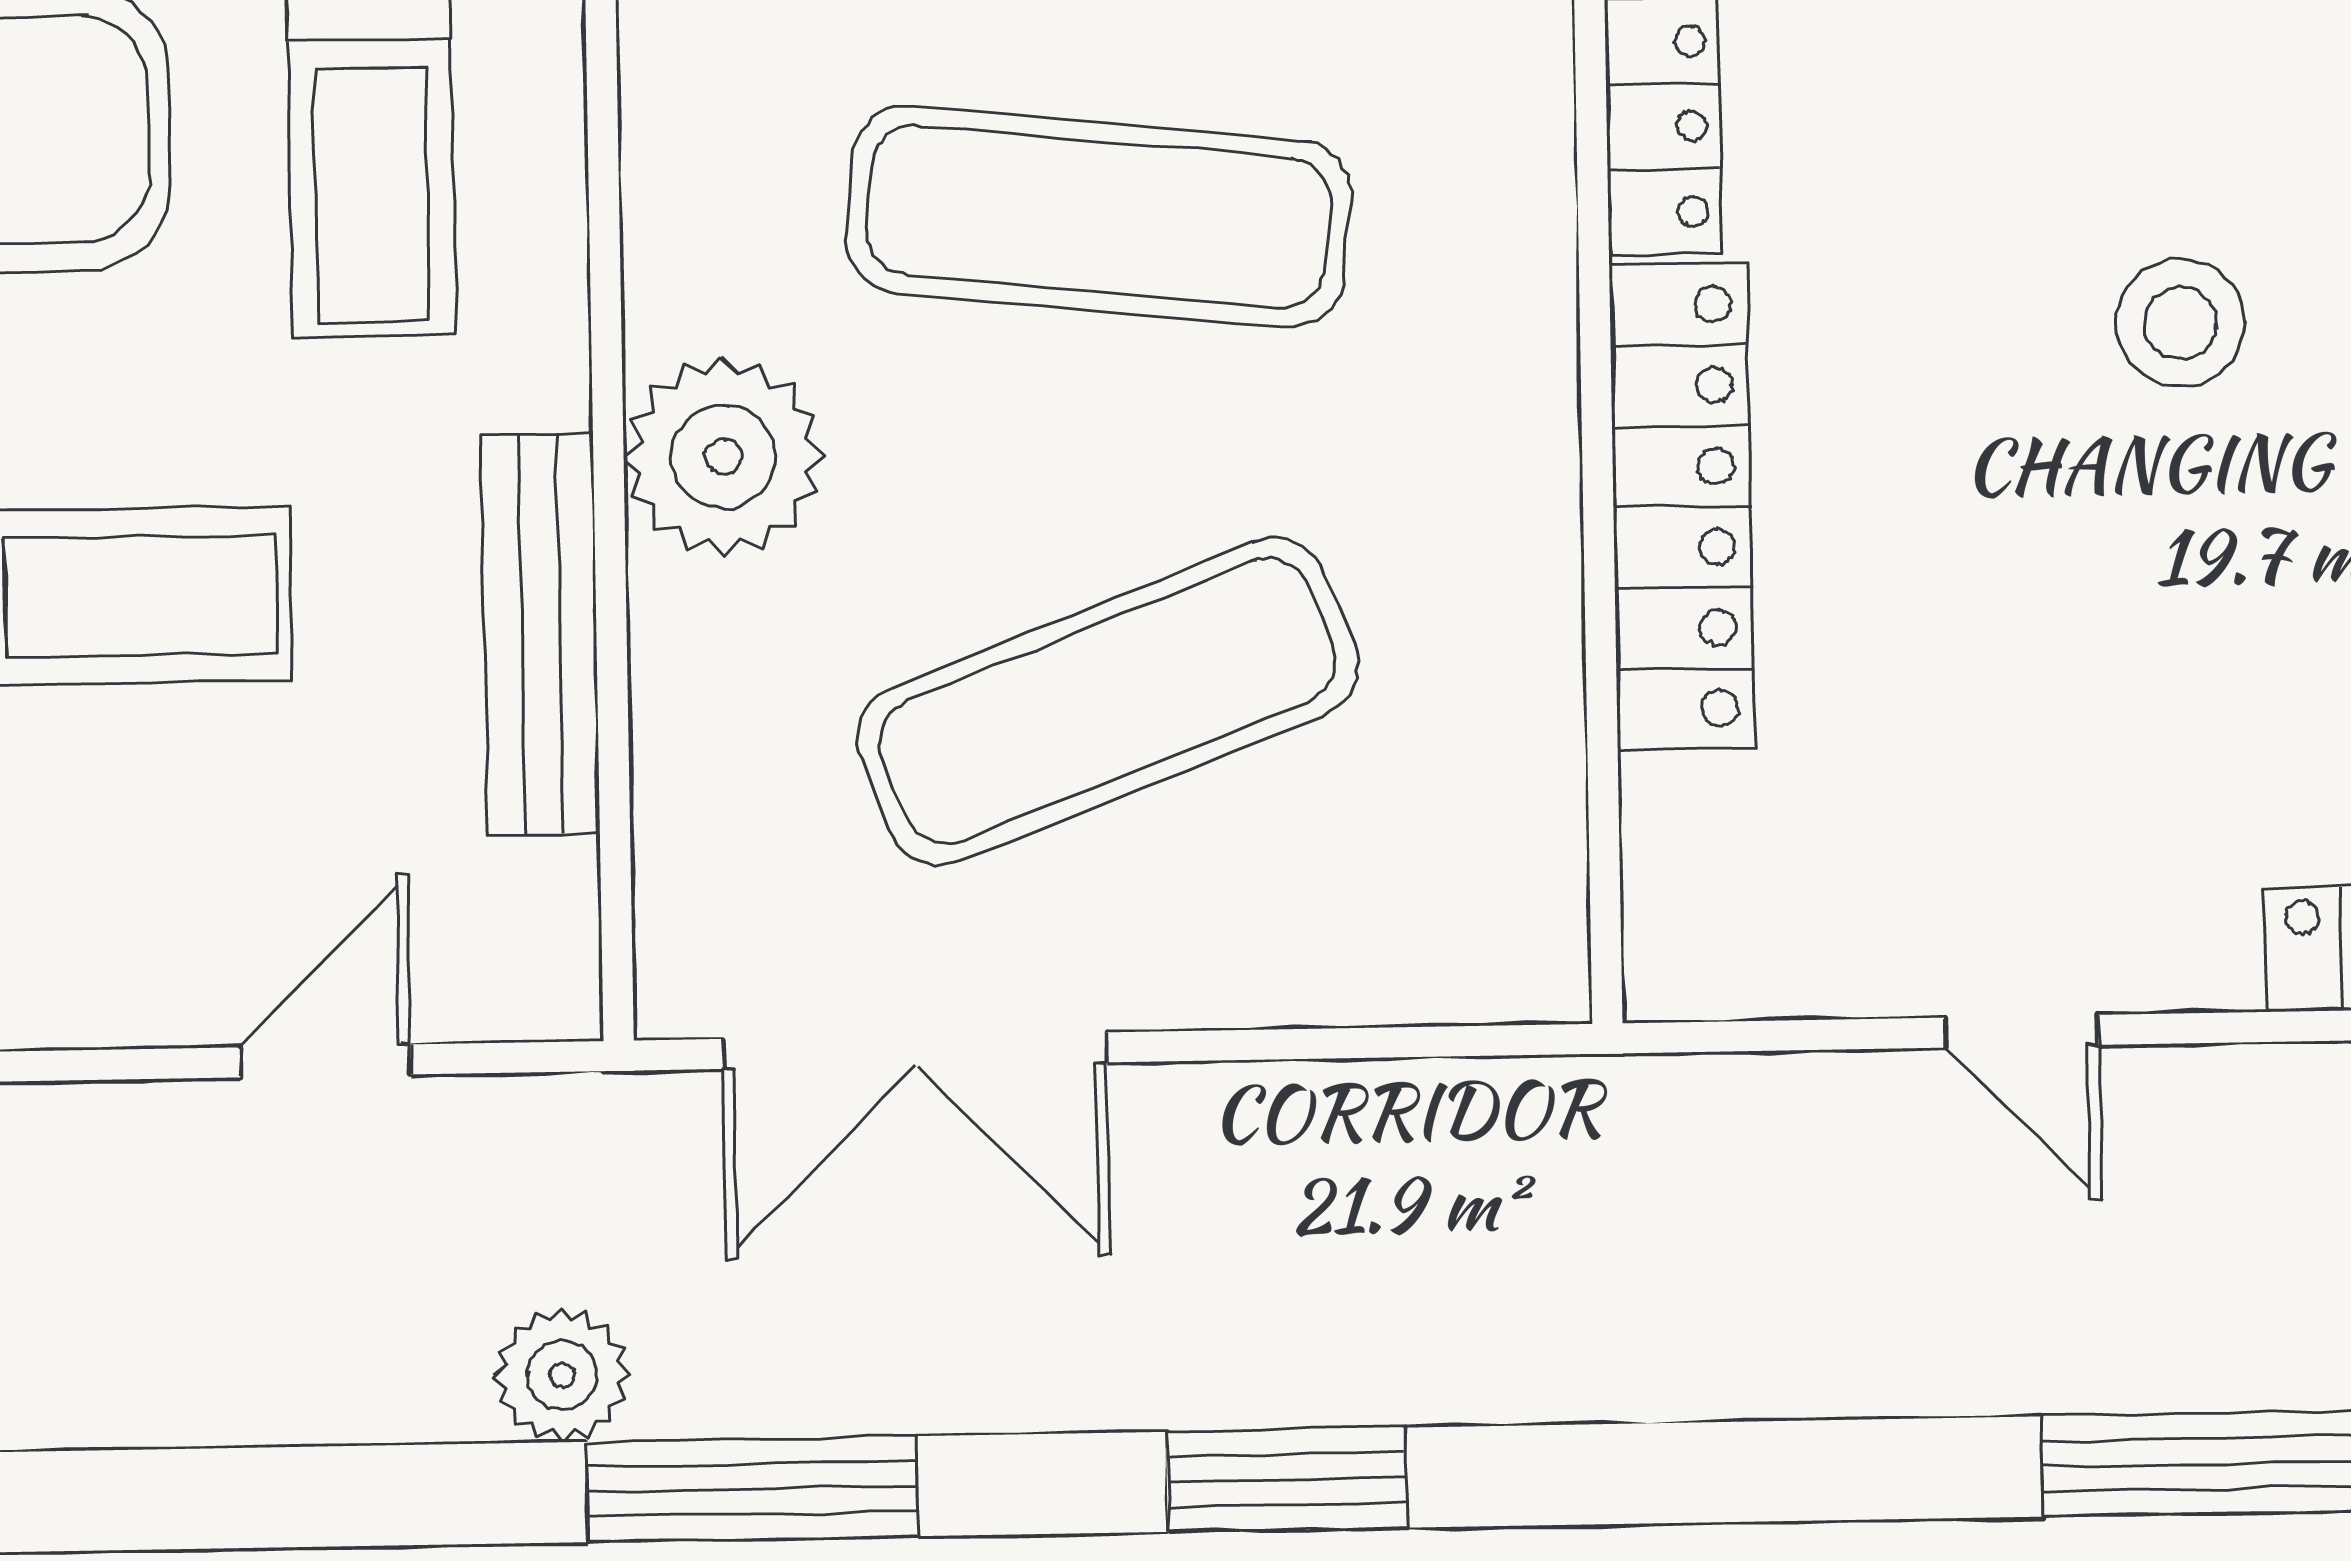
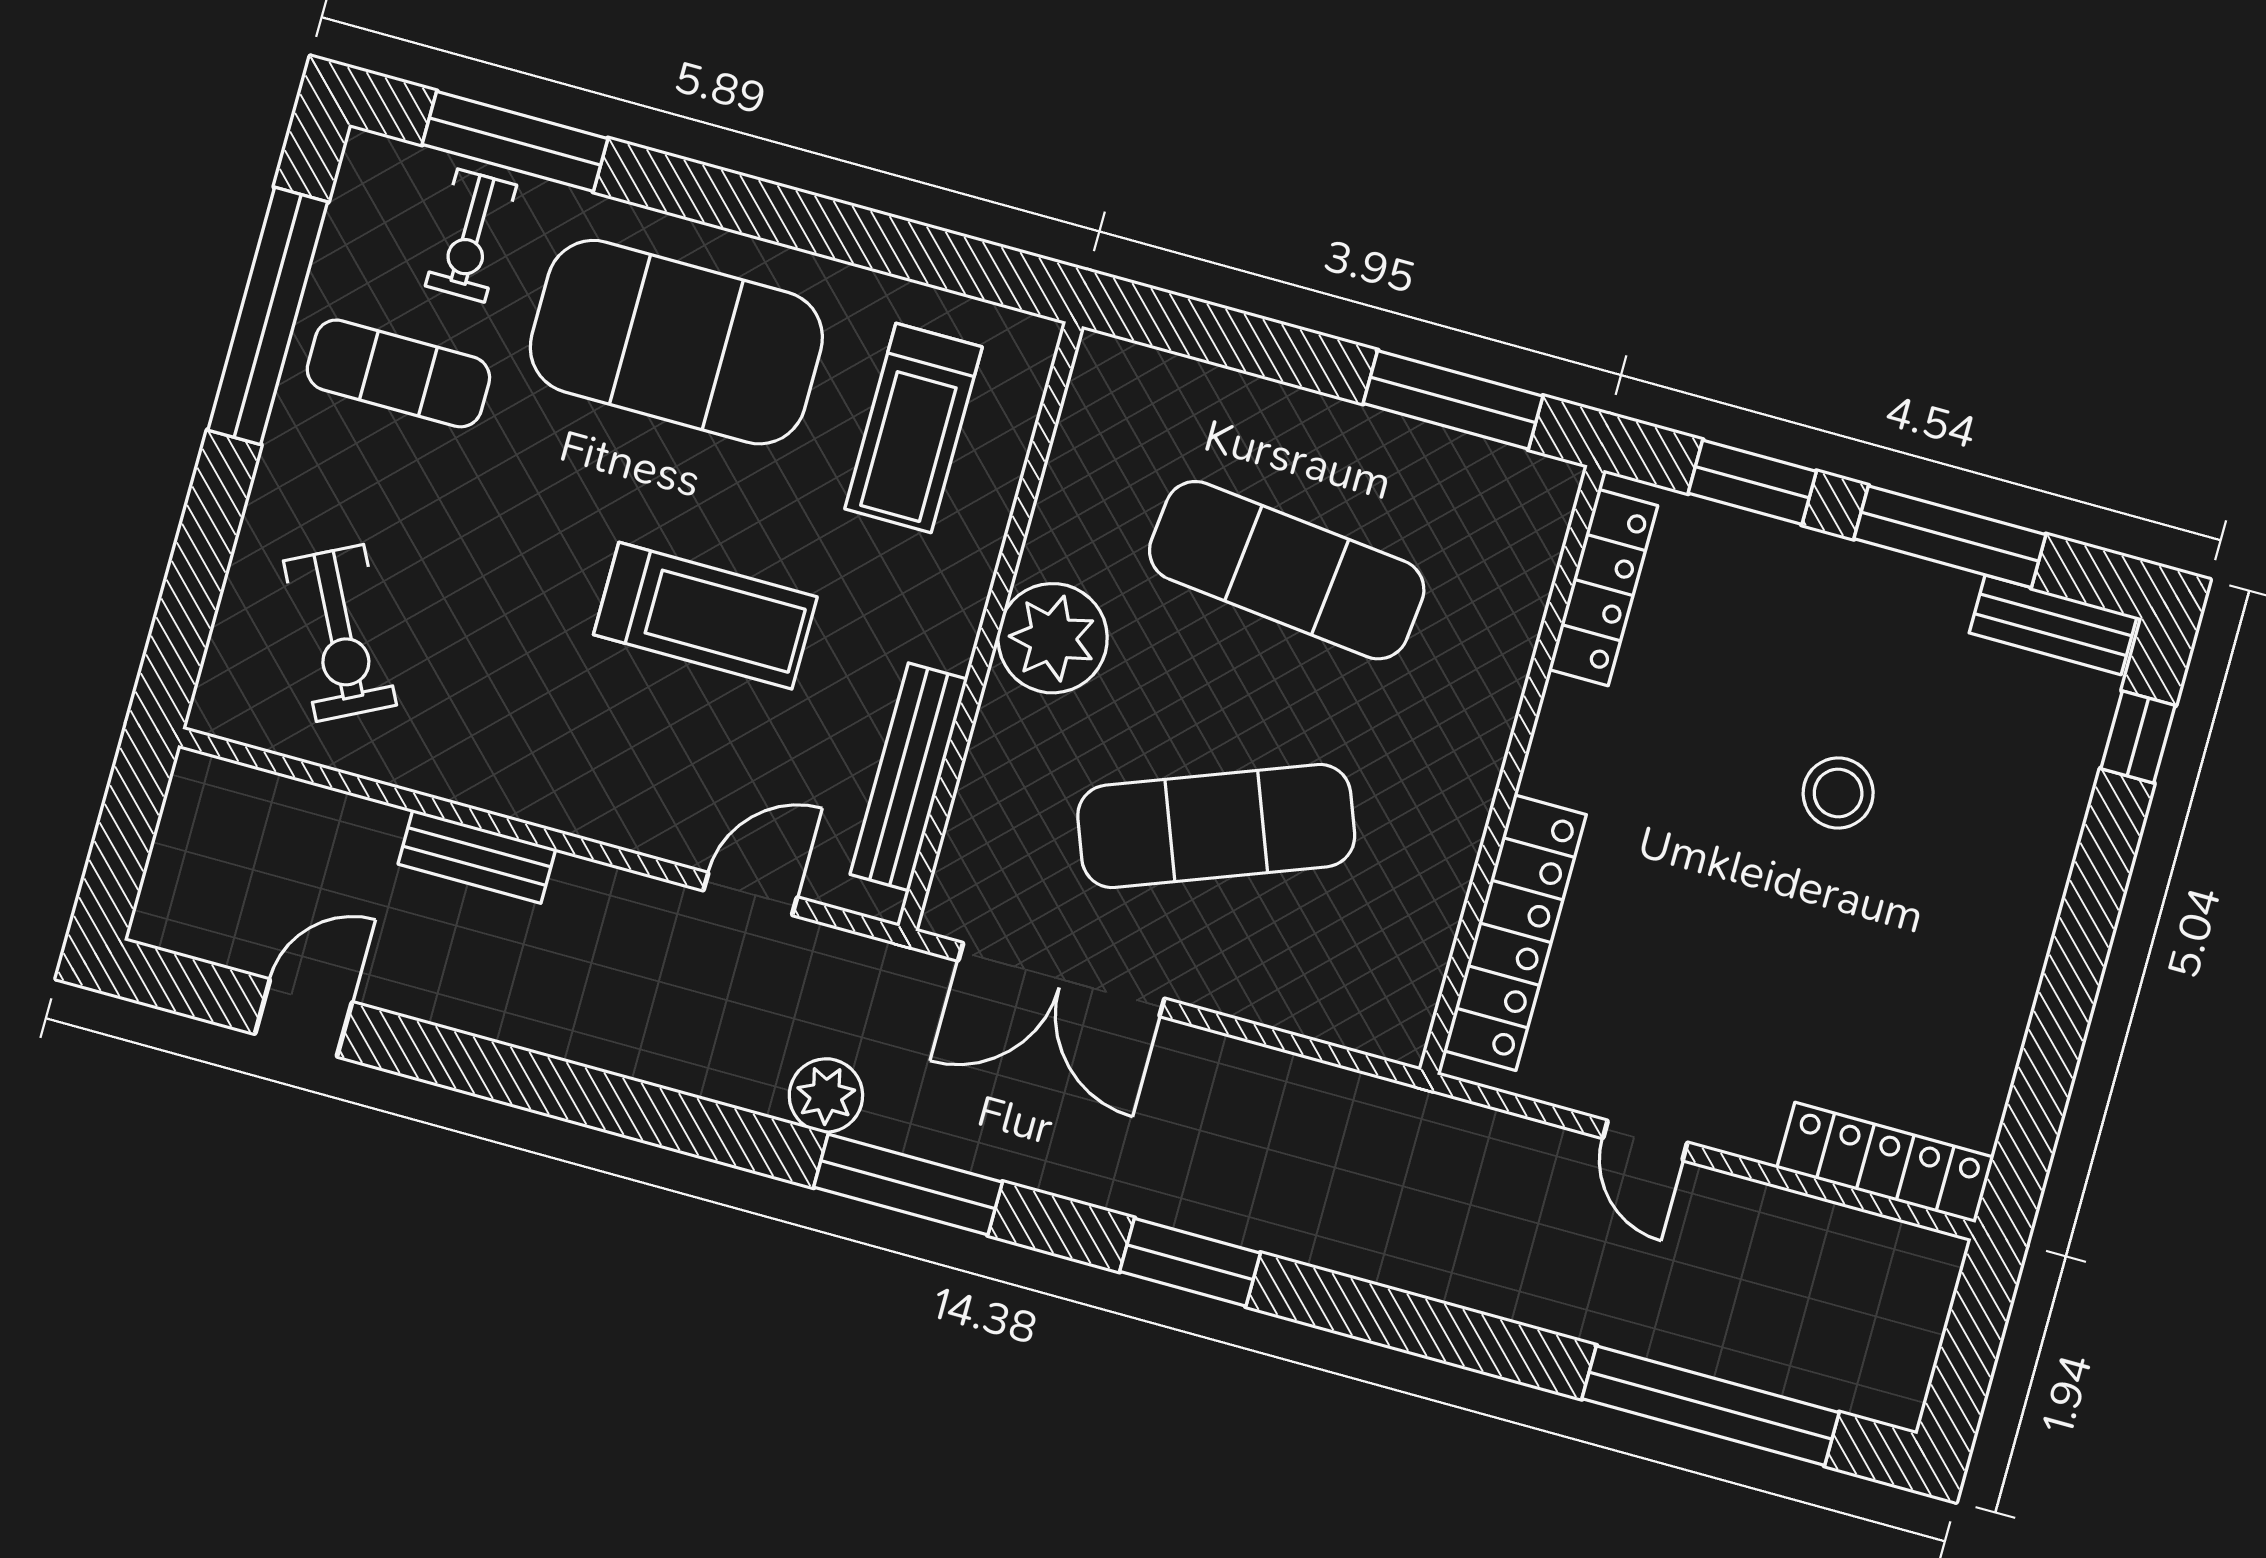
locker: (1682, 507) -> (1515, 933), moved
bench: (540, 634) -> (909, 777), moved

